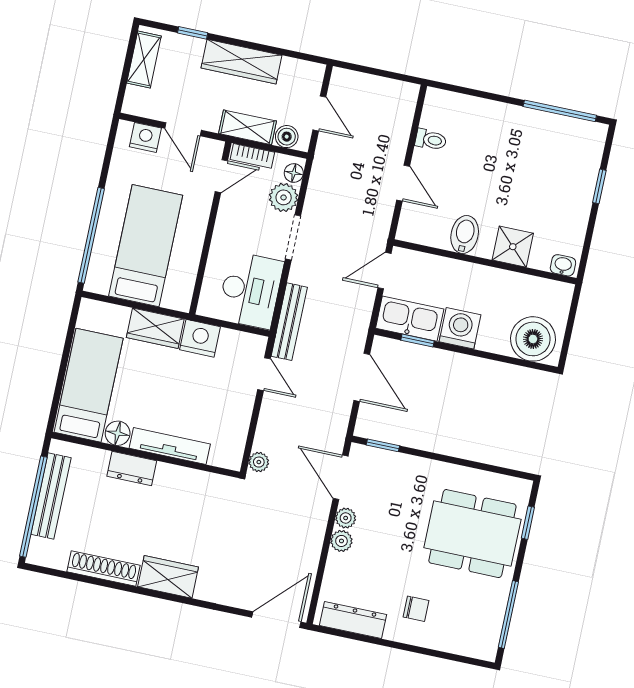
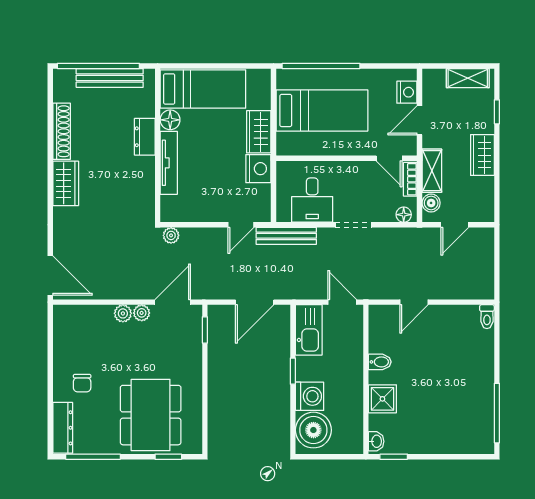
wardrobe: (241, 62) -> (482, 155), width x0.67
toilet: (431, 140) -> (487, 317), moved
window: (599, 186) -> (394, 457), moved
plant: (284, 197) -> (383, 211), removed
bidet: (465, 234) -> (380, 362), width x0.72, depth x0.74
desk: (250, 290) -> (312, 200), width x0.73
washing machine: (460, 328) -> (310, 396), moved
window: (418, 341) -> (293, 371), moved
dresser: (353, 620) -> (63, 428), moved

